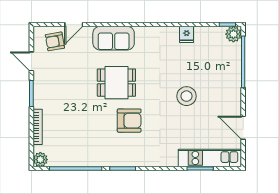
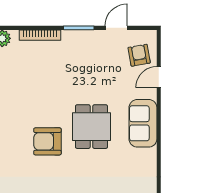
door: (74, 25) -> (159, 77), hinge flipped
armchair: (129, 121) -> (47, 141), turned 90

